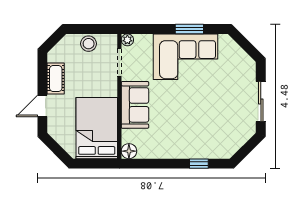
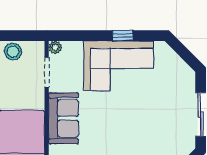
window: (189, 29) -> (123, 36), width x0.67

